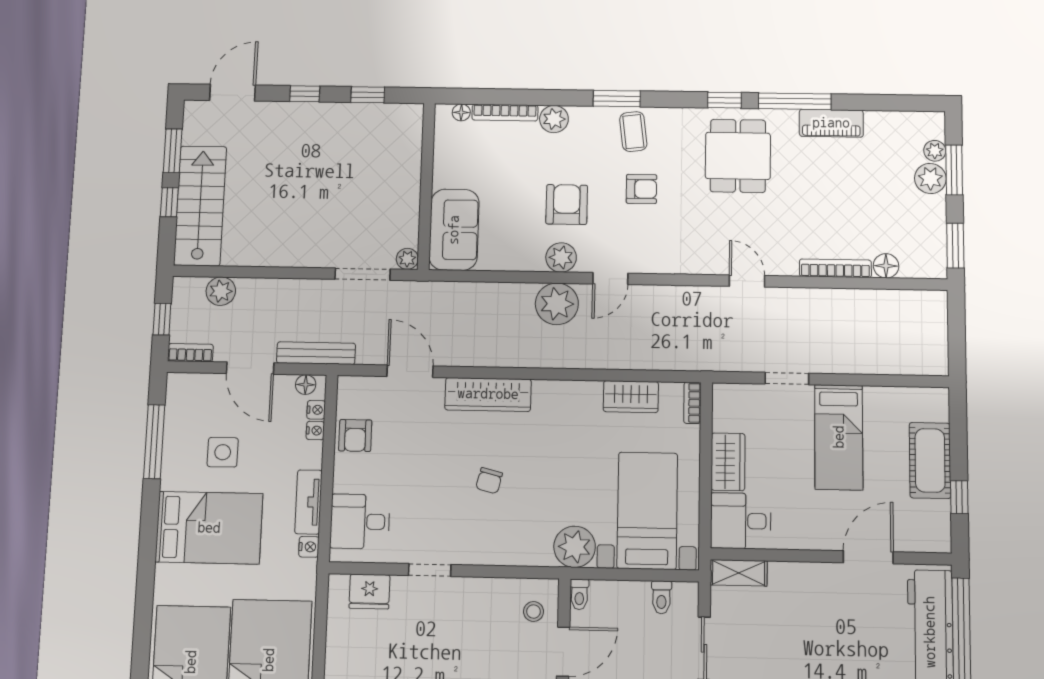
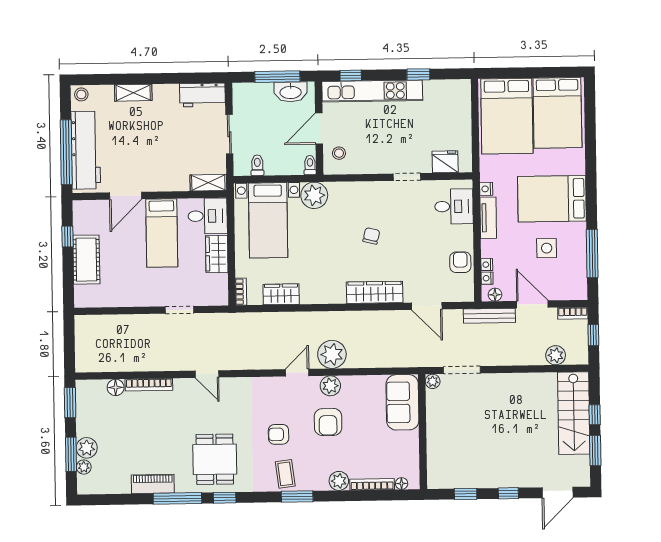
bed: (839, 437) -> (162, 233), moved, turned 180

